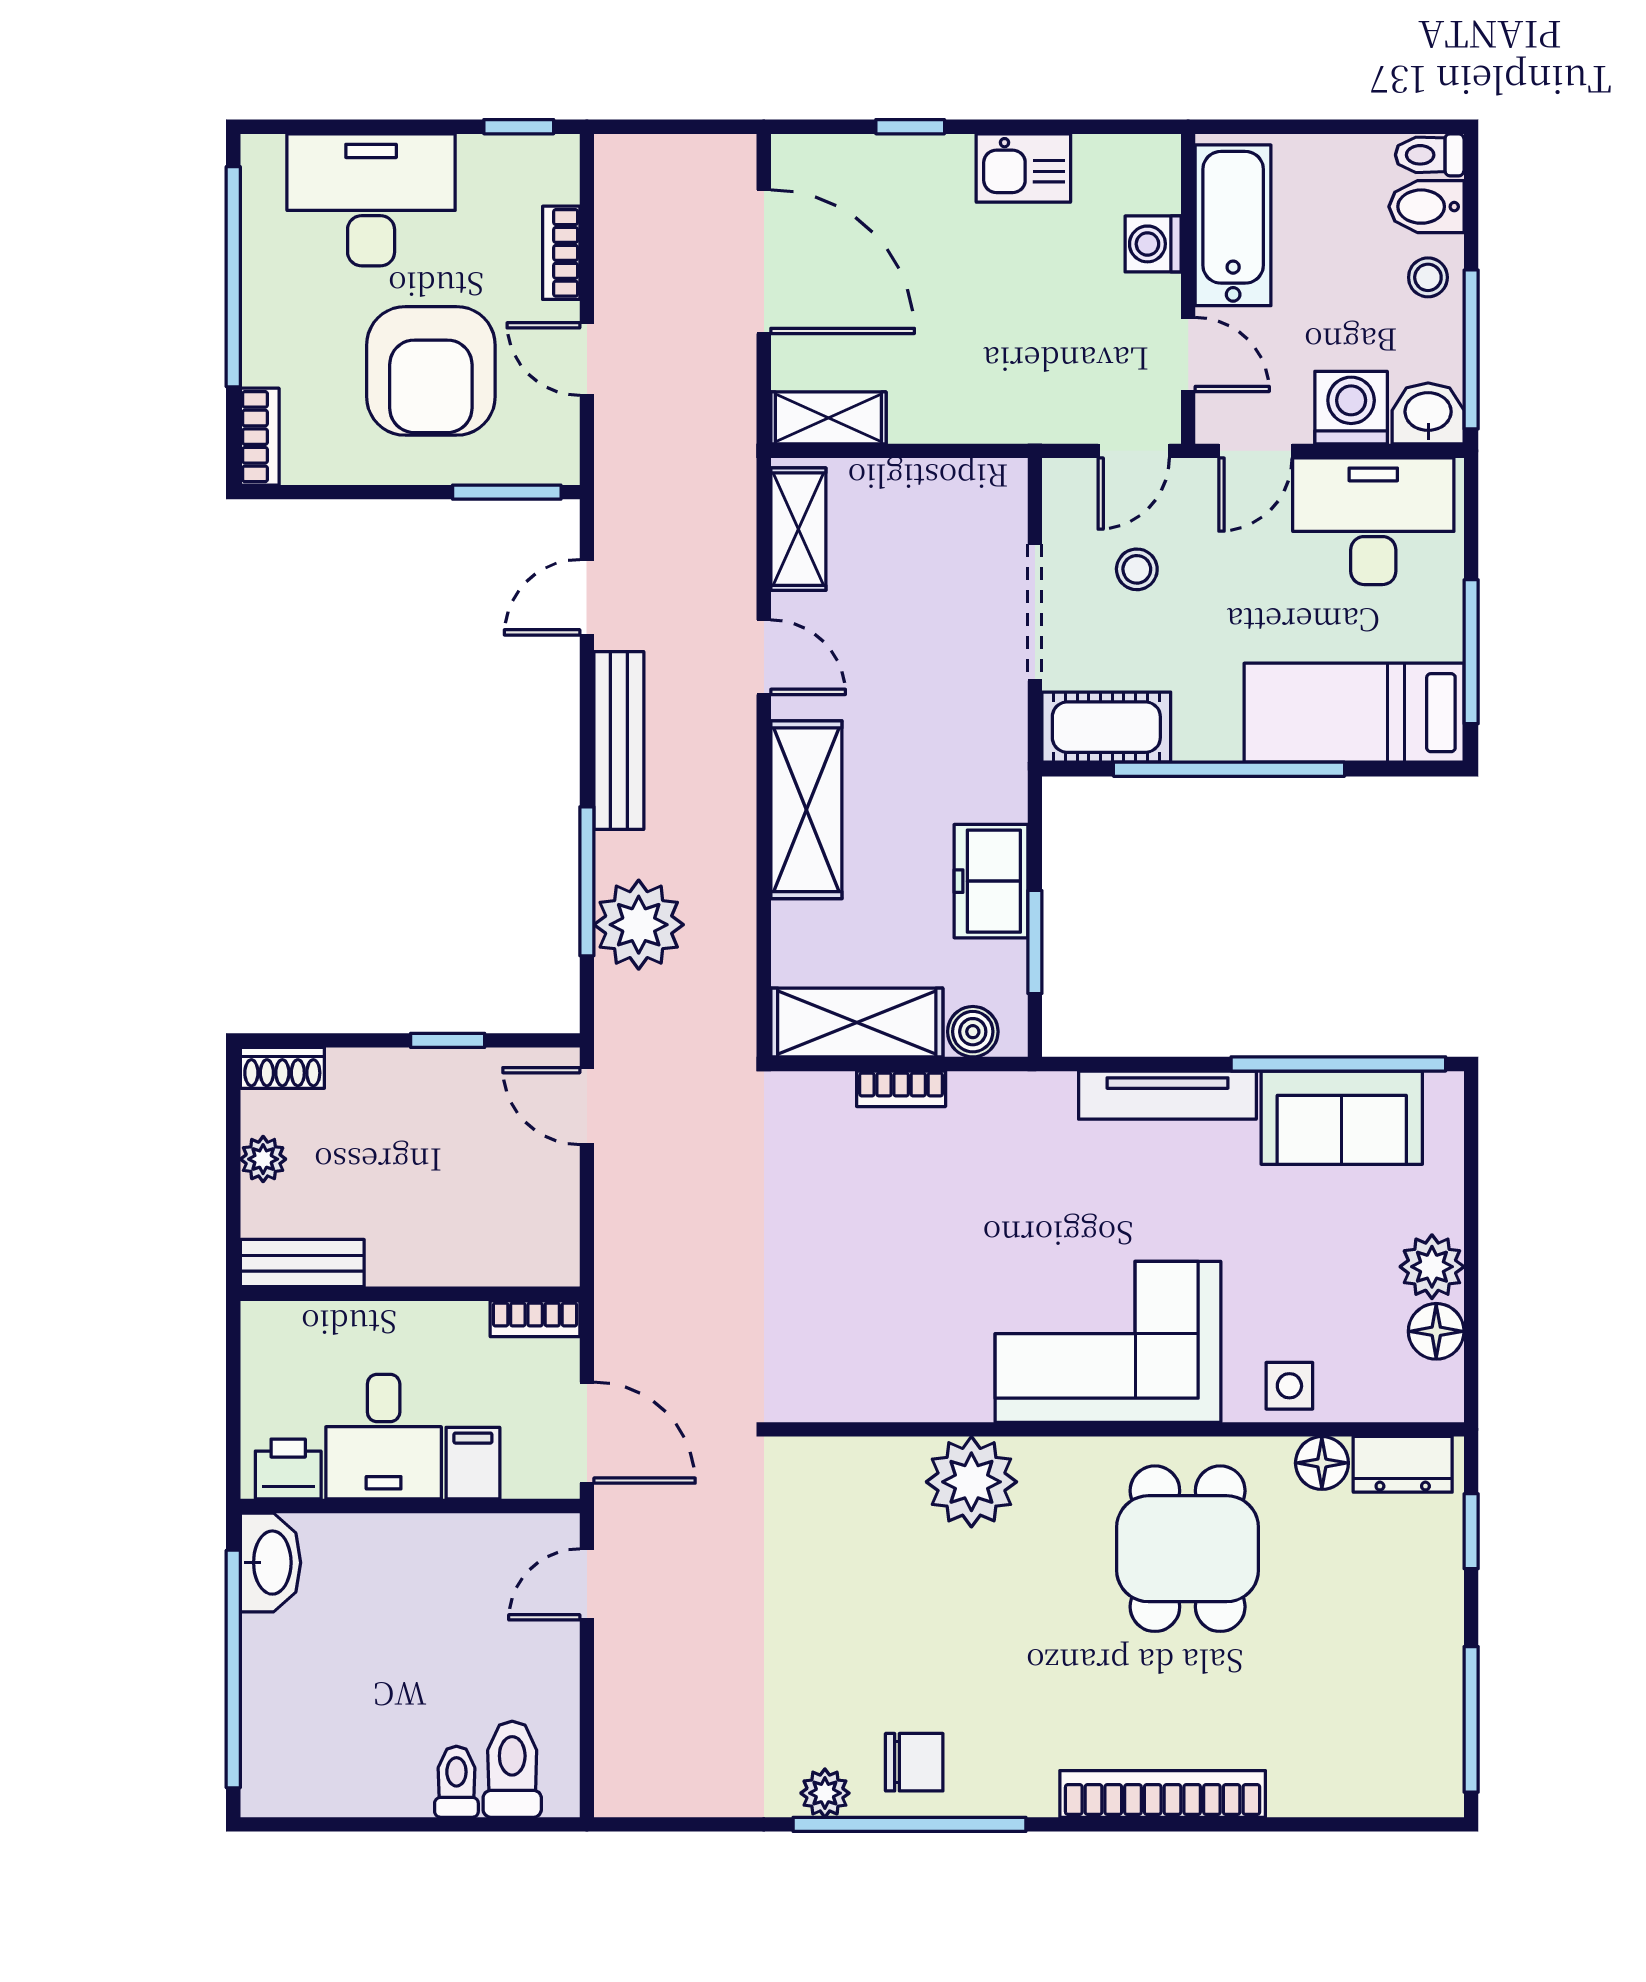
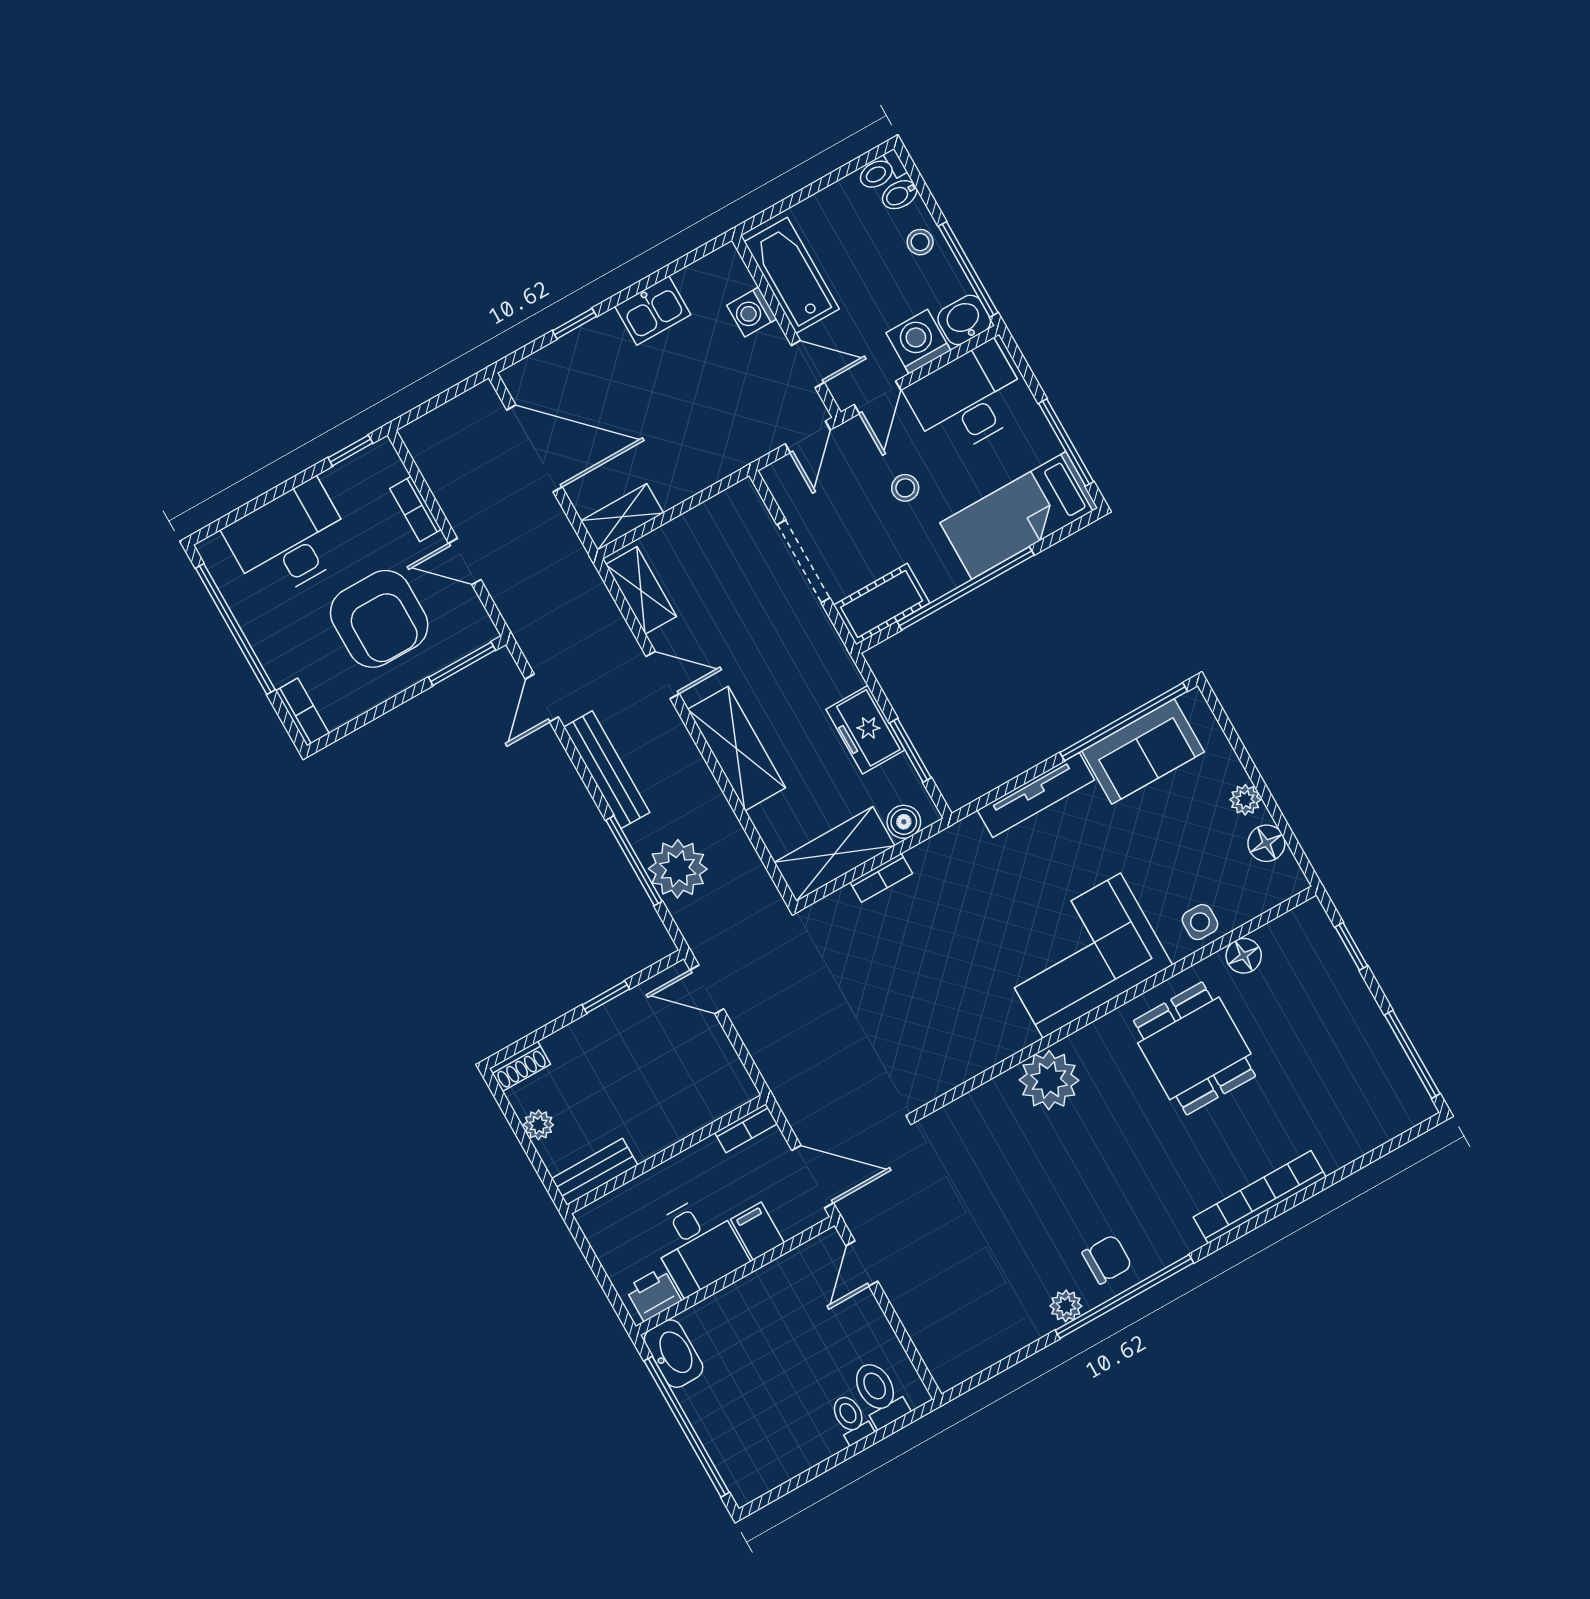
bidet: (1426, 207) -> (900, 195), width x0.72, depth x0.74
stool: (1137, 569) -> (905, 488), moved
plant: (1432, 1267) -> (1245, 800), width x0.73, depth x0.73
dresser: (1403, 1464) -> (1290, 930), removed

